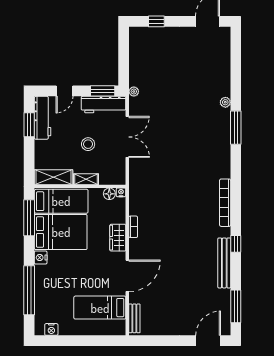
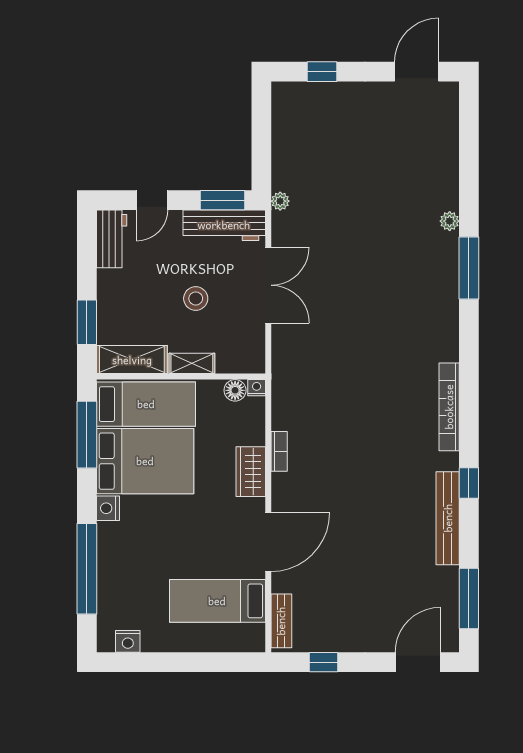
workbench: (43, 118) -> (112, 239), width x0.73
window: (29, 125) -> (87, 322), moved
window: (157, 341) -> (324, 662), added

